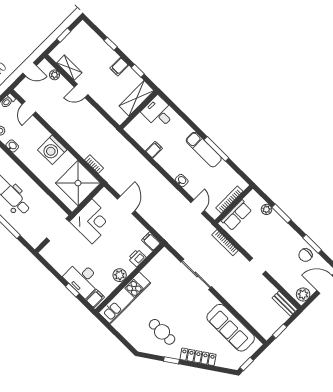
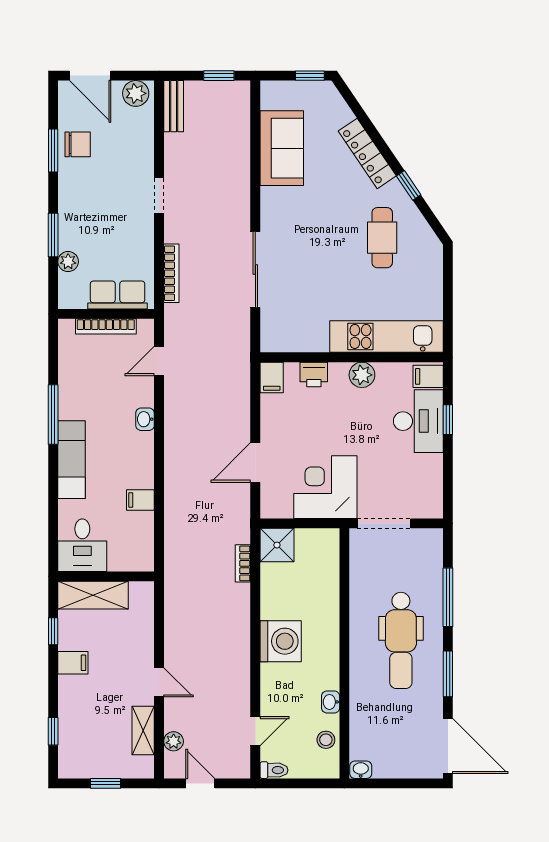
window: (111, 44) -> (53, 731), moved
exam couch: (204, 150) -> (72, 460), moved
shower: (78, 183) -> (277, 545), width x0.54, depth x0.54
sofa: (231, 328) -> (282, 148), width x0.73

